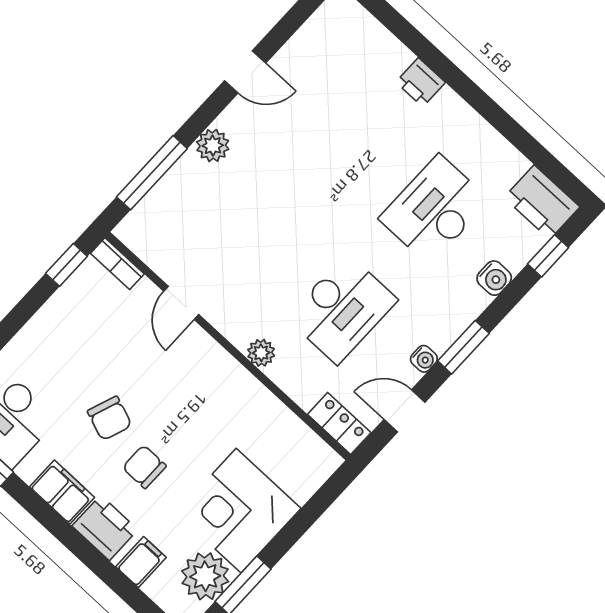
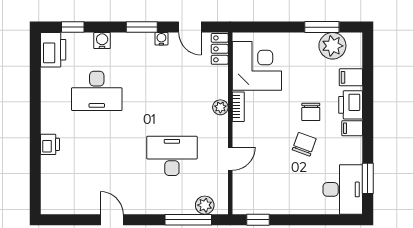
plant: (213, 146) -> (205, 205), moved
bookcase: (117, 264) -> (238, 107), moved
desk: (342, 309) -> (172, 156), moved
filing cabinet: (62, 492) -> (352, 128), width x0.50
corner desk: (239, 511) -> (257, 66), moved, turned -90

